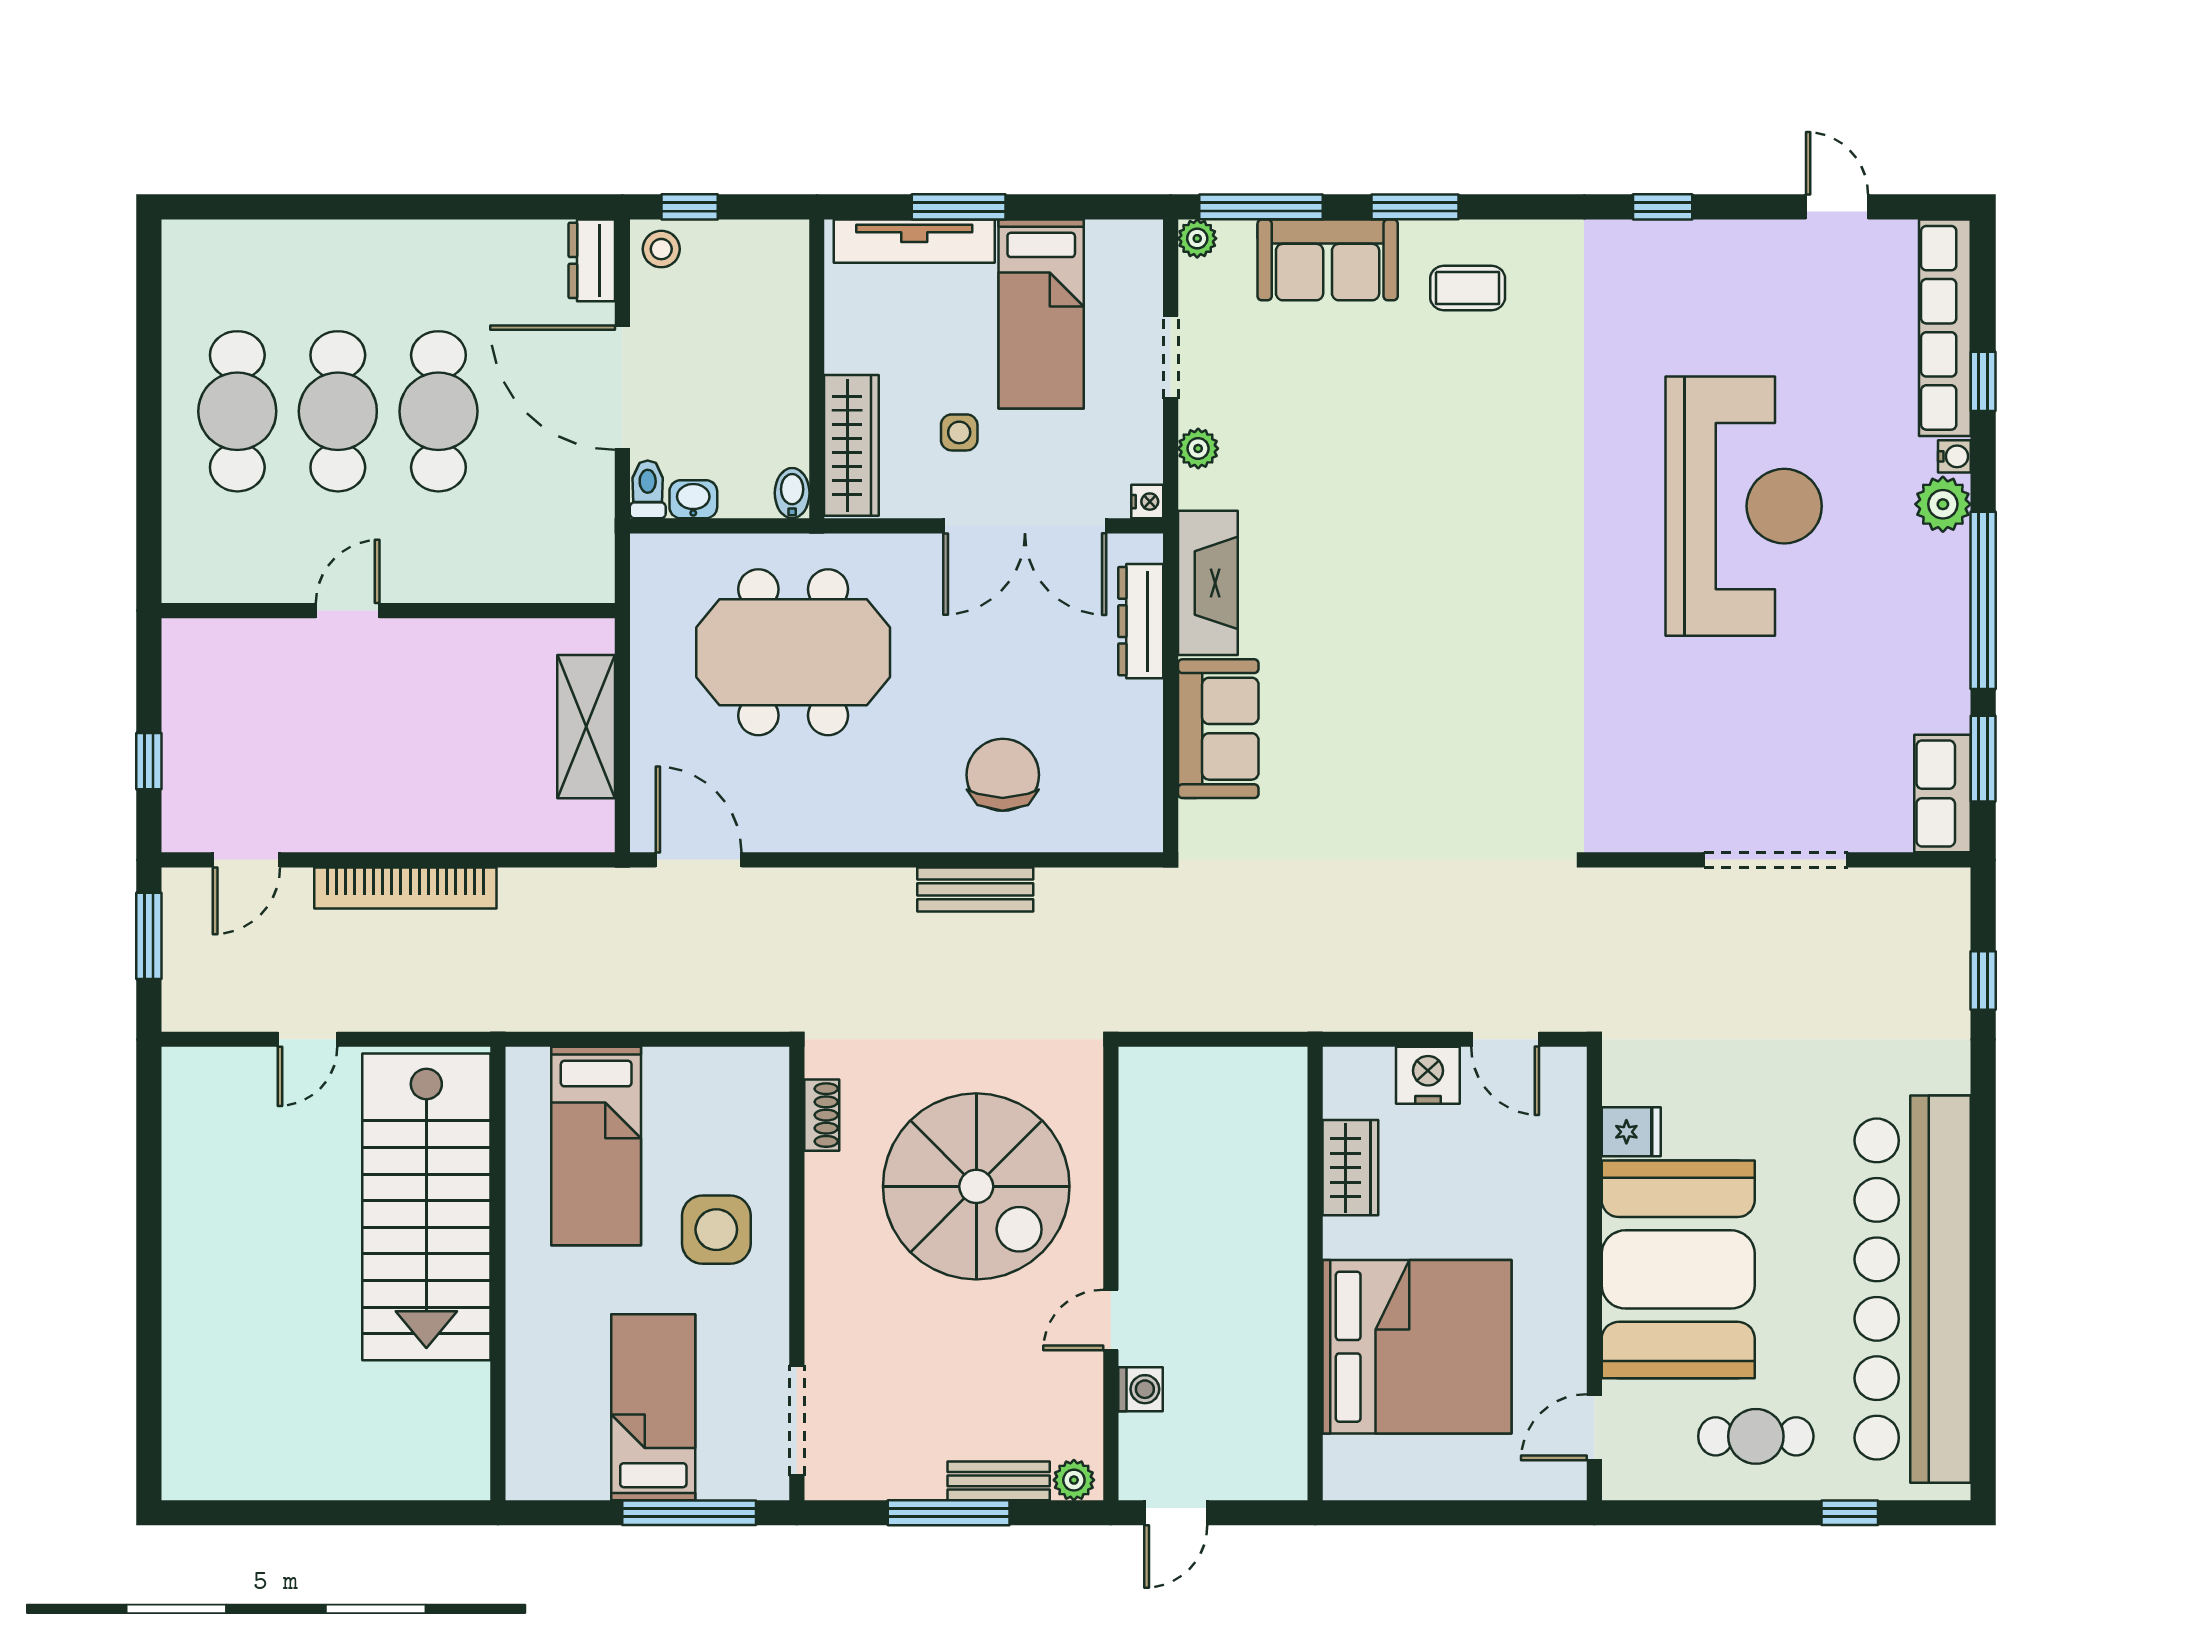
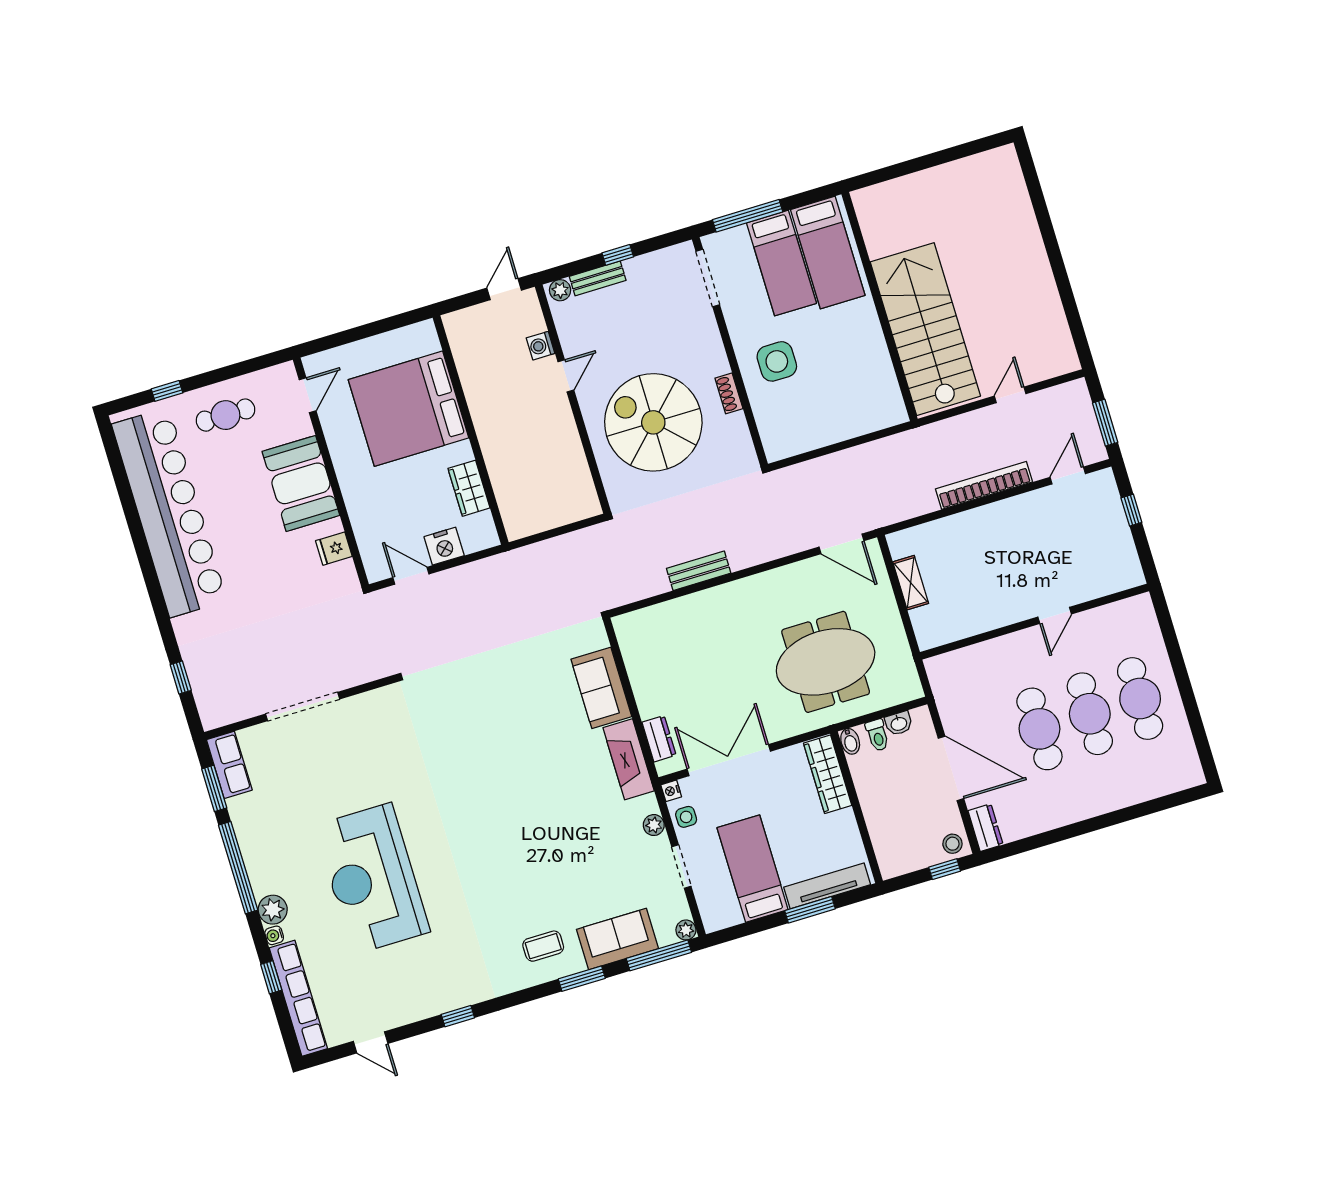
side table: (959, 432) -> (686, 817), moved
toilet: (648, 489) -> (877, 735), moved
dresser: (1141, 621) -> (659, 739), width x0.70
shelving: (586, 727) -> (911, 583), width x0.67, depth x0.75
chair: (1003, 775) -> (702, 632), removed
shoe rack: (822, 1115) -> (729, 393), moved
bed: (596, 1146) -> (828, 253), moved, turned 180
booth: (1678, 1269) -> (301, 483), width x0.73, depth x0.70
window: (949, 1513) -> (618, 255), width x0.46

